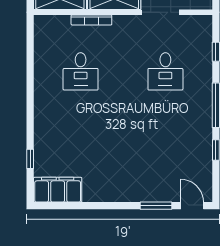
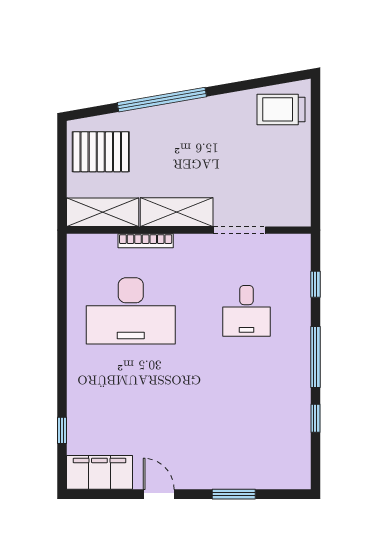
desk: (81, 71) -> (131, 311), width x1.87, depth x1.30
door: (192, 206) -> (159, 494), moved

